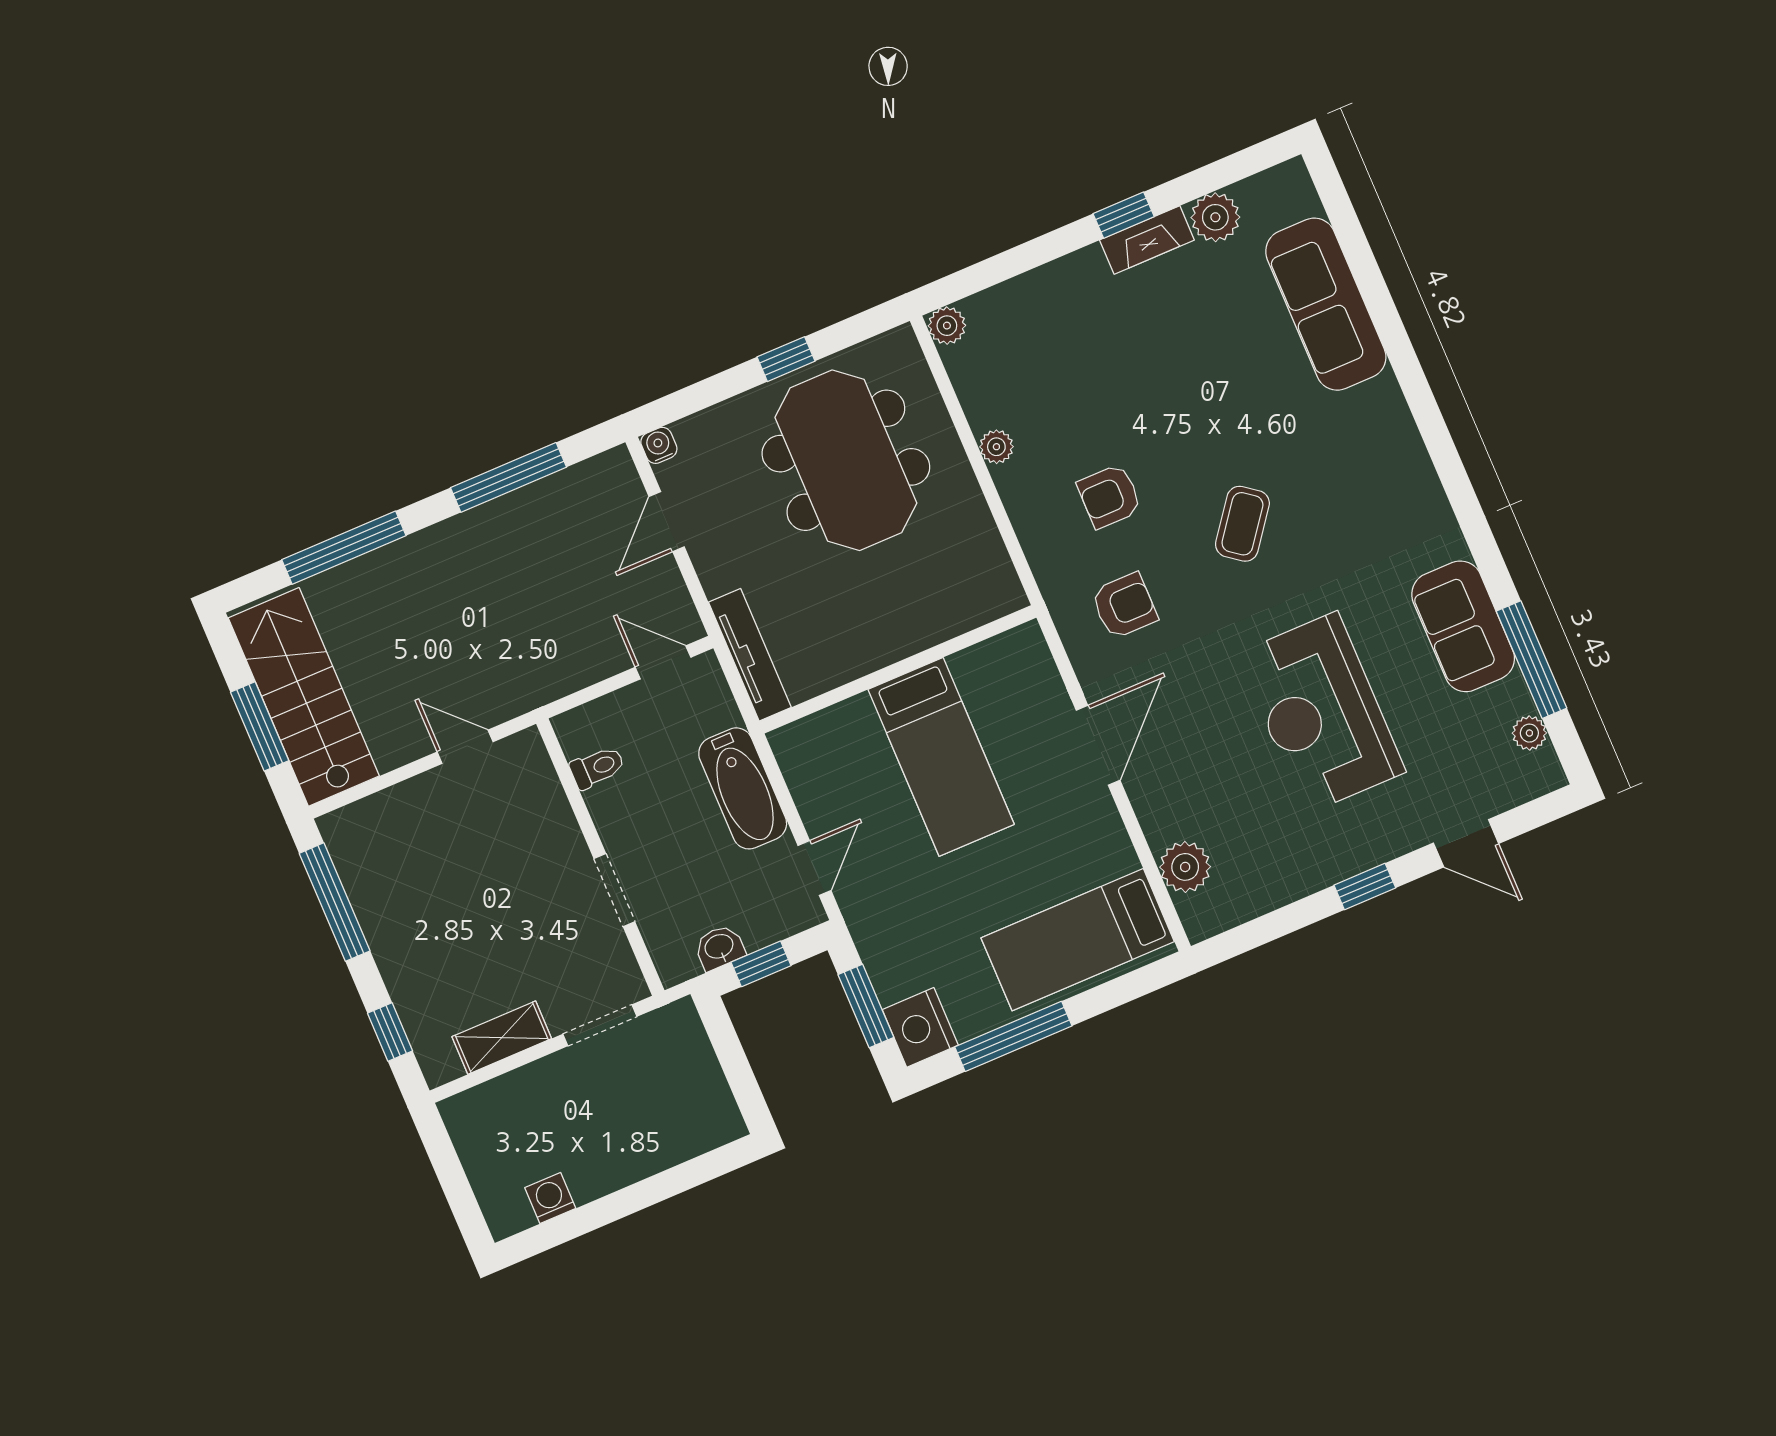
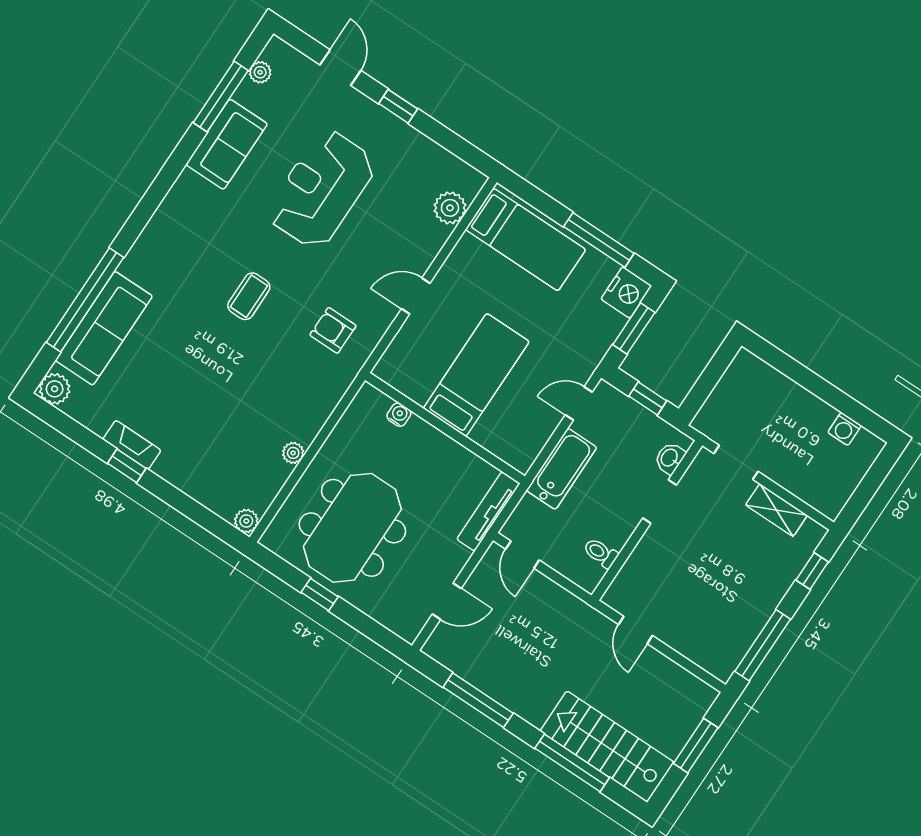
plant: (1215, 217) -> (55, 389), moved
window: (1380, 304) -> (85, 300), added
water cooler: (659, 445) -> (399, 415), moved, turned 180
armchair: (1109, 496) -> (280, 376), removed
coffee table: (1242, 524) -> (249, 296), turned -37
stairs: (304, 697) -> (607, 747), moved, turned 90
reception desk: (1321, 713) -> (321, 189), turned 180
door: (1098, 745) -> (416, 296), width x0.73
washbasin: (719, 947) -> (670, 458), moved, turned 90

